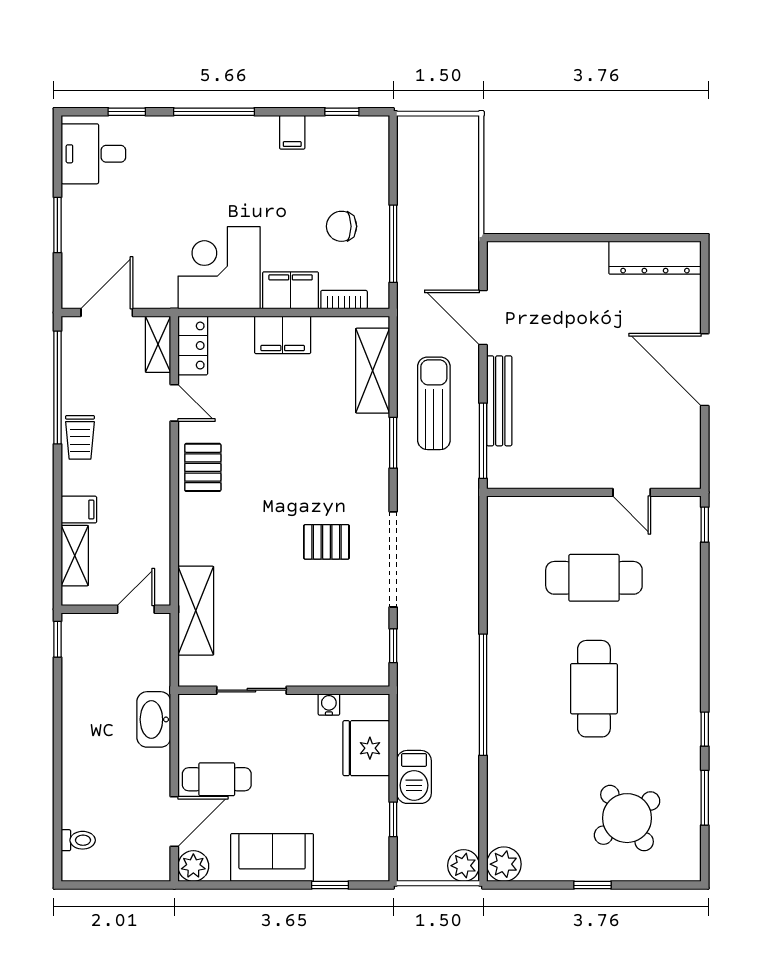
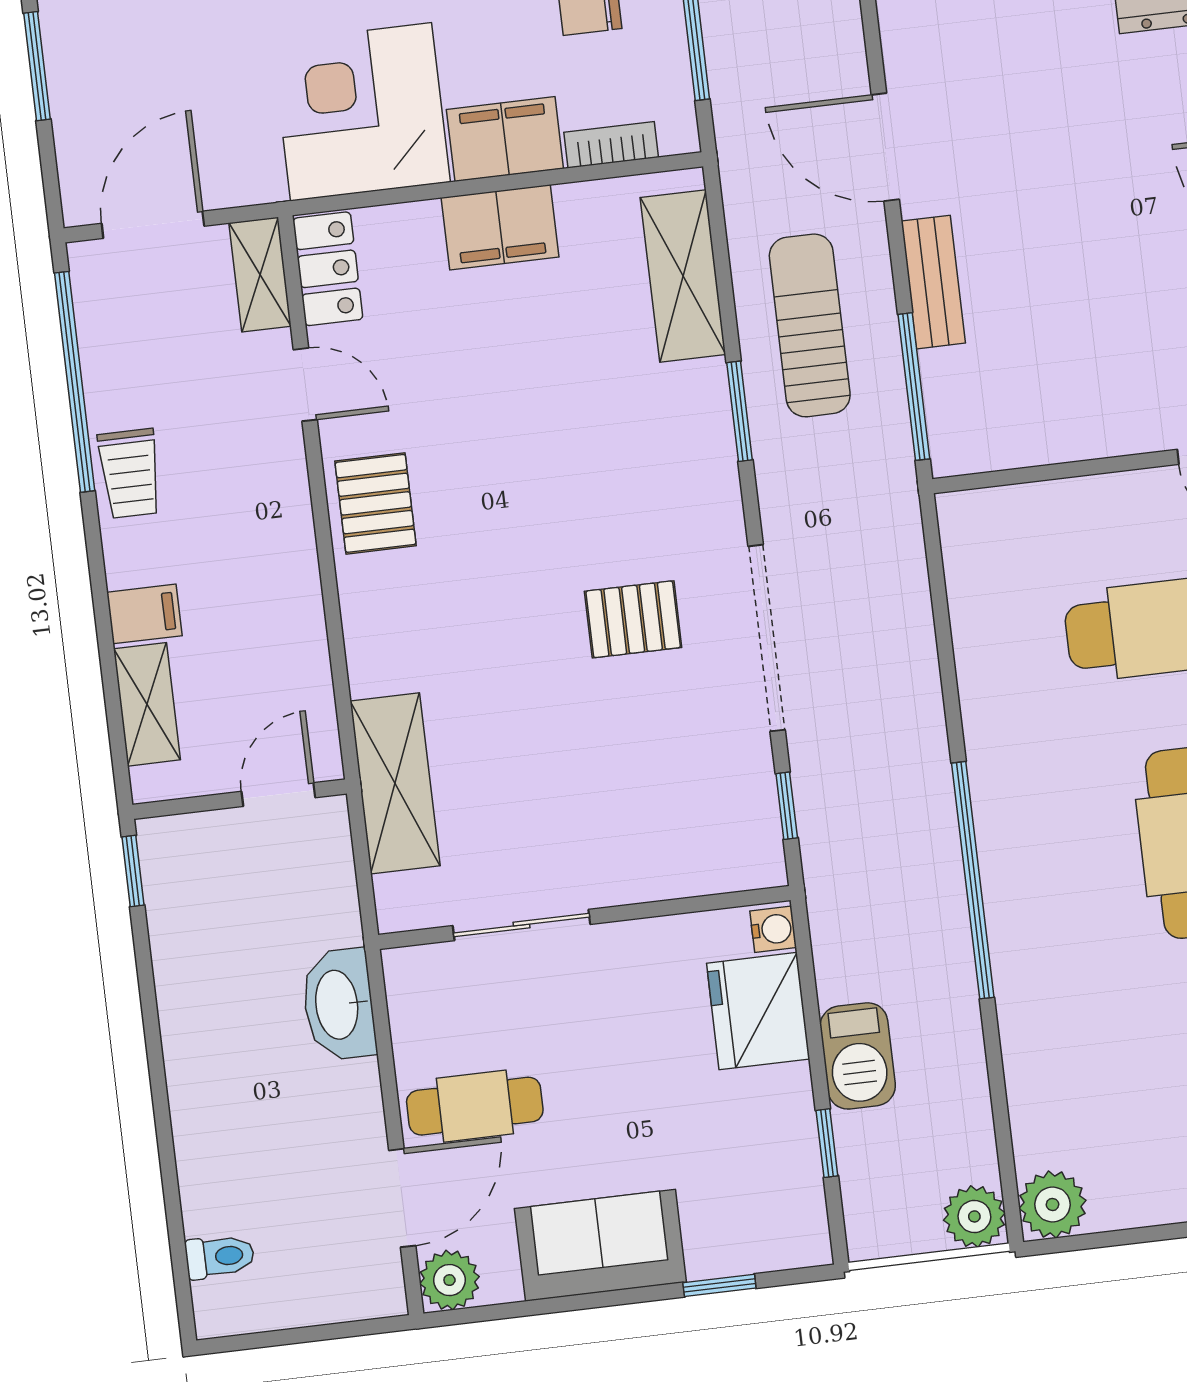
bench: (499, 401) -> (933, 282), width x0.73
water cooler: (329, 705) -> (773, 929), moved, turned 90

